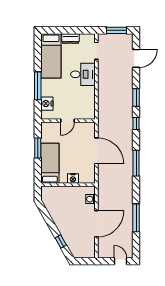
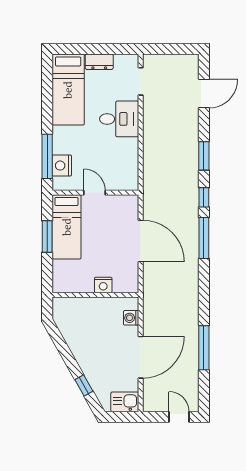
window: (116, 30) -> (173, 49), removed
window: (38, 86) -> (47, 156), moved
door: (67, 121) -> (94, 193), swing flipped
bed: (50, 163) -> (67, 227), moved, turned 180
window: (136, 163) -> (204, 238), moved
kitchen sink: (86, 252) -> (125, 402), added

